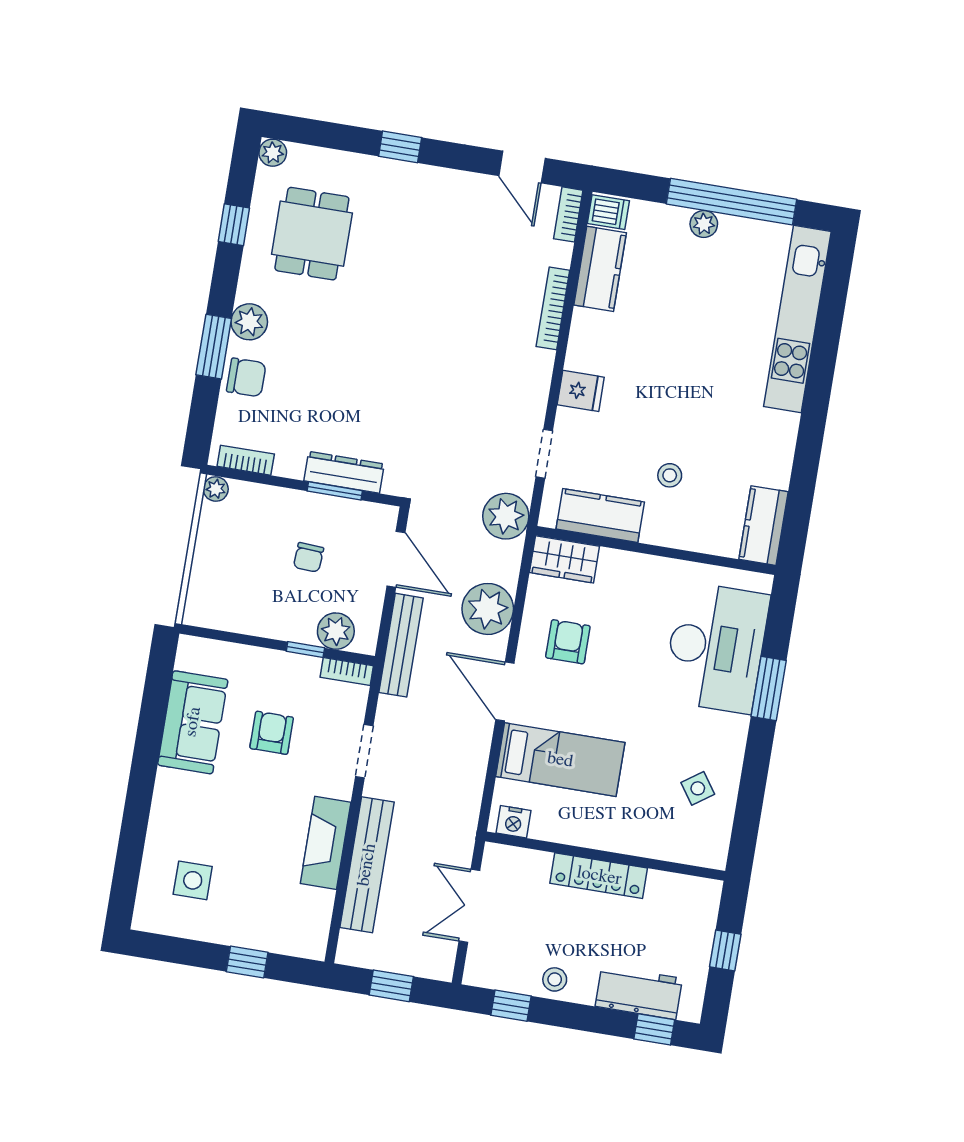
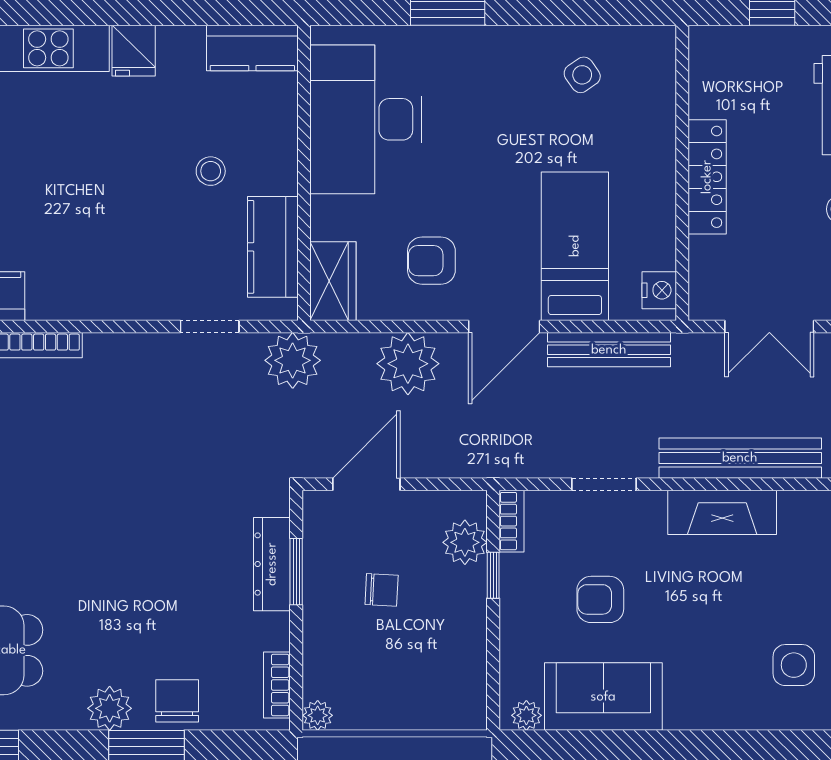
fridge: (581, 391) -> (134, 51), moved, turned 180
bench: (401, 645) -> (609, 350), moved
desk: (716, 648) -> (366, 119), moved, turned -90
plant: (188, 658) -> (526, 715), added

